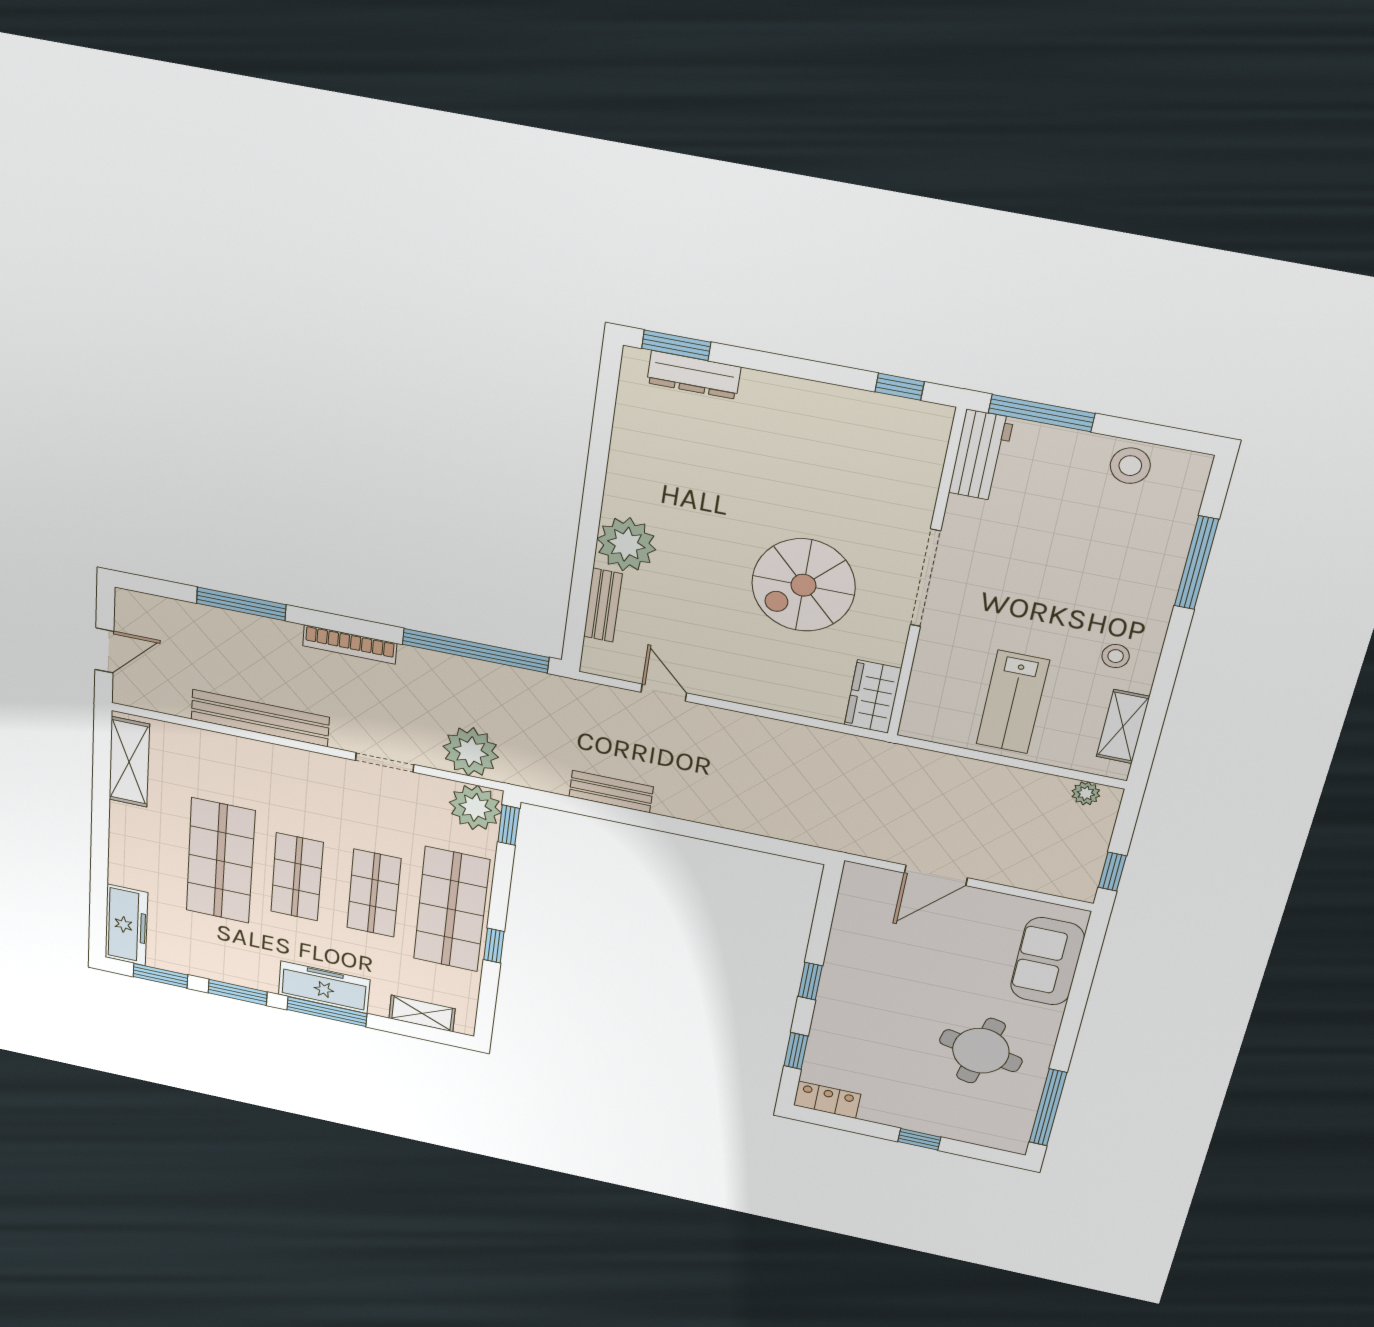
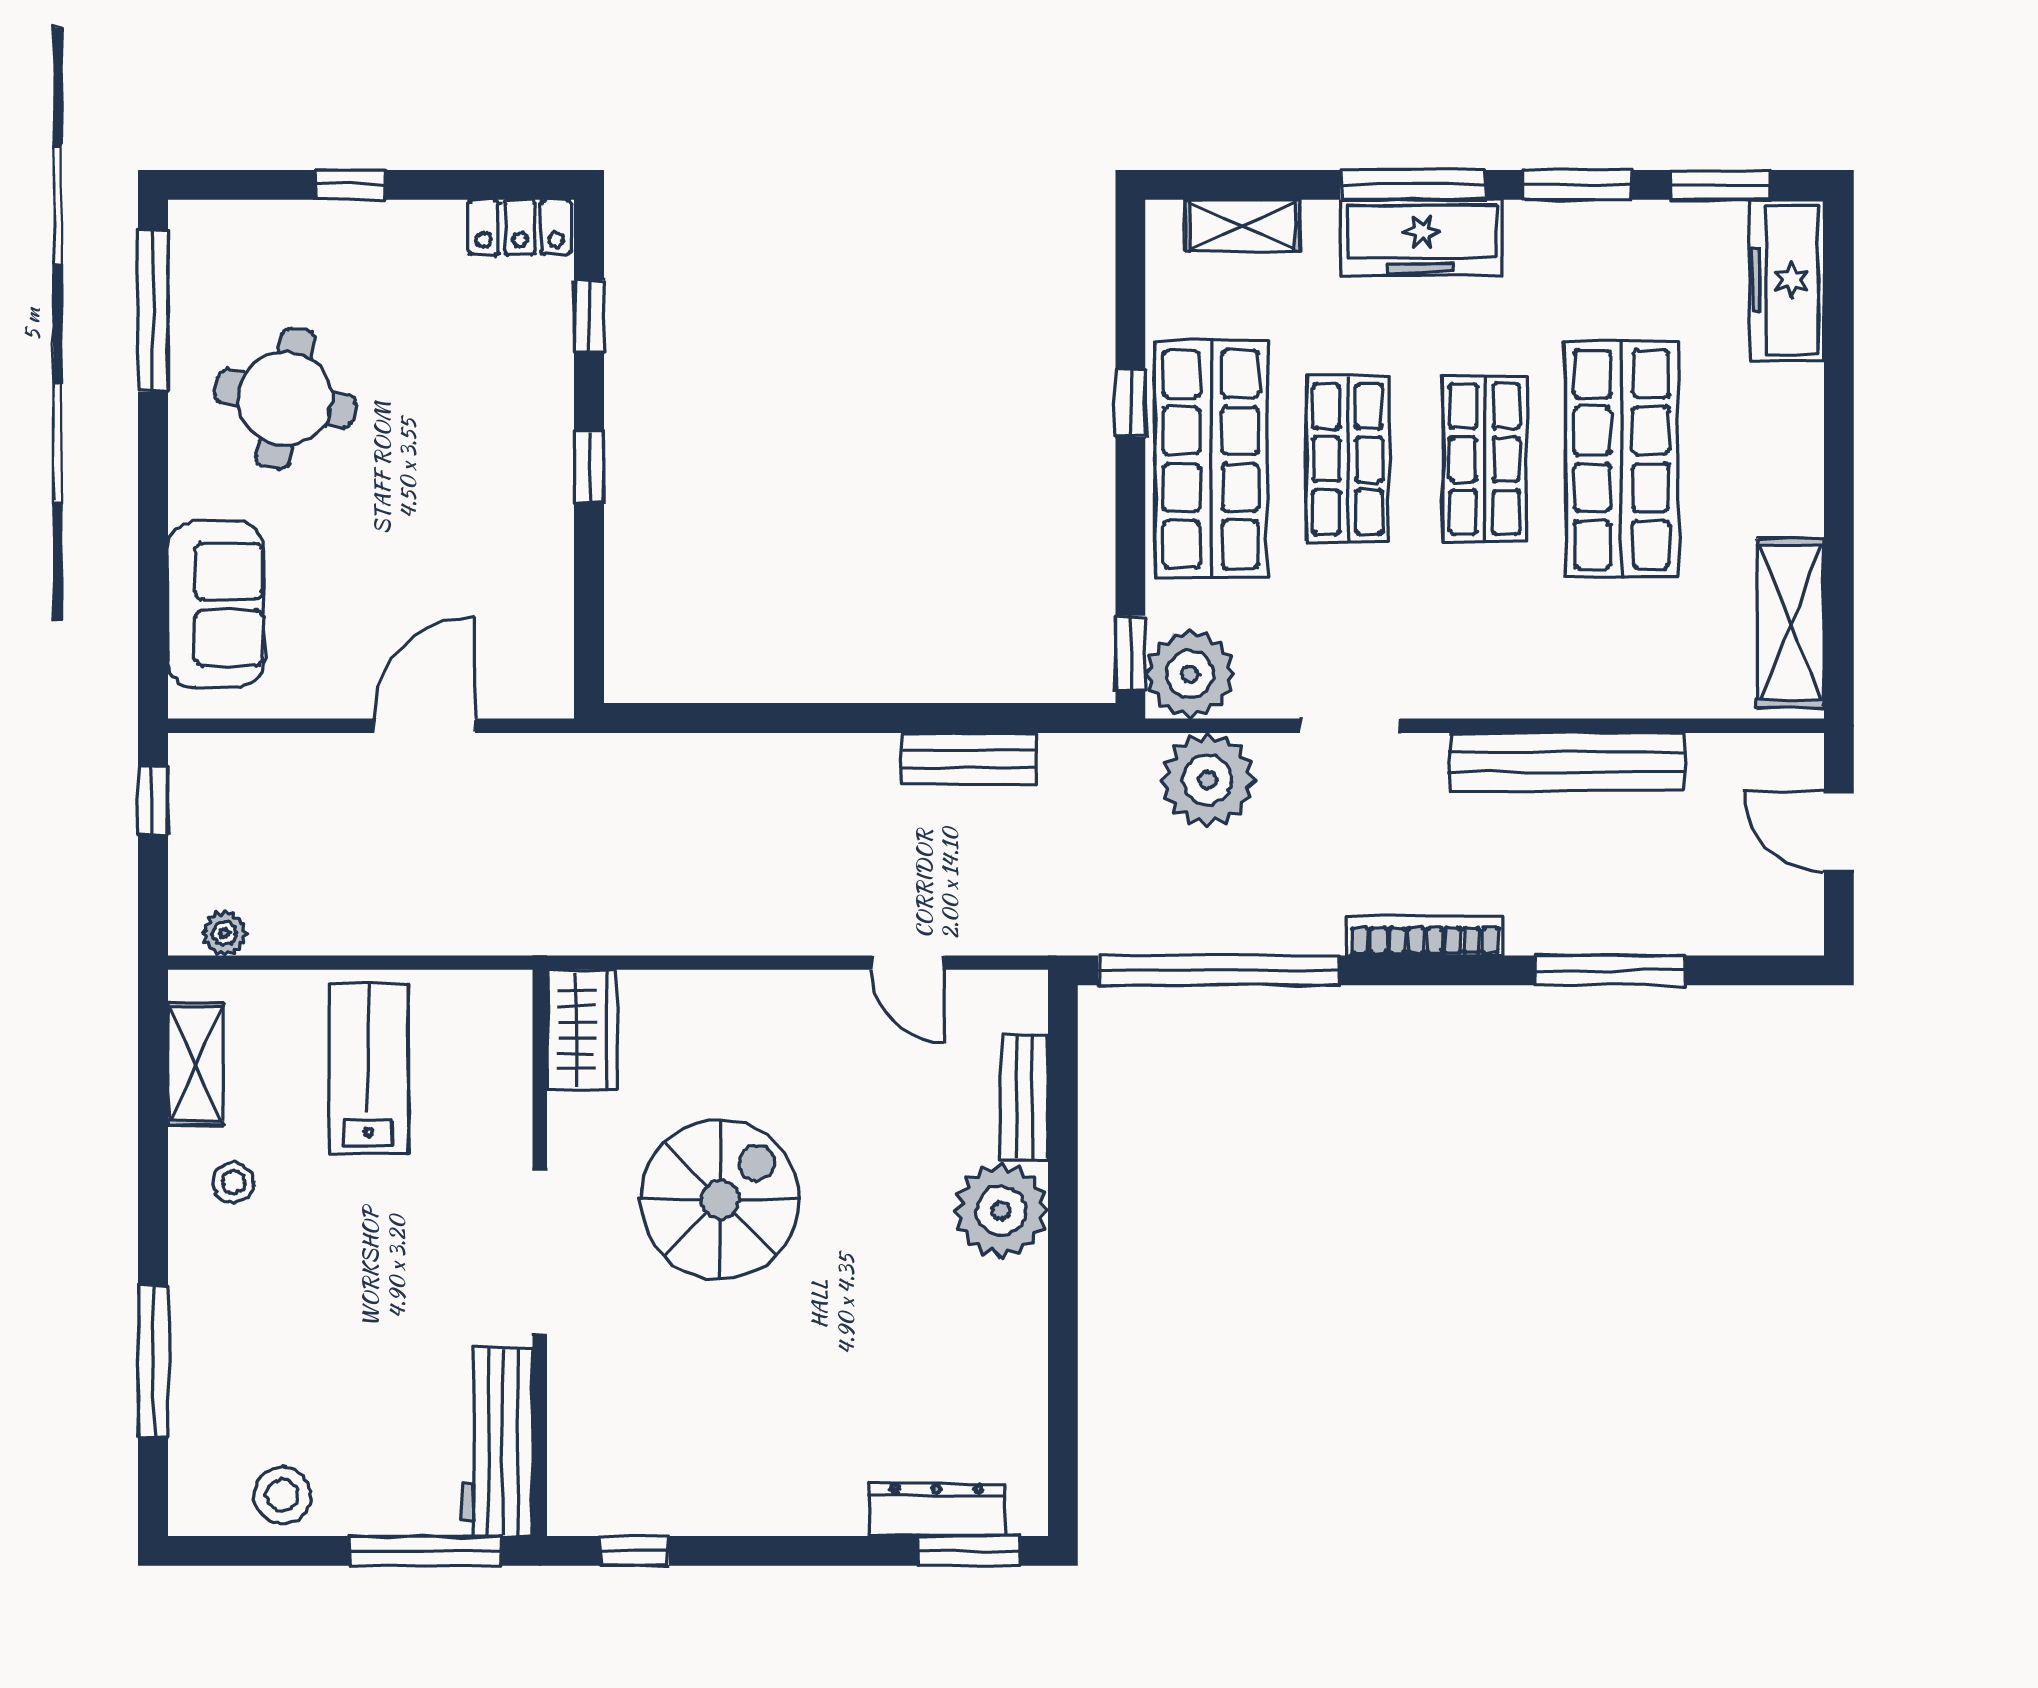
workbench: (981, 455) -> (497, 1442), width x1.38
door: (104, 650) -> (1839, 831), hinge flipped

